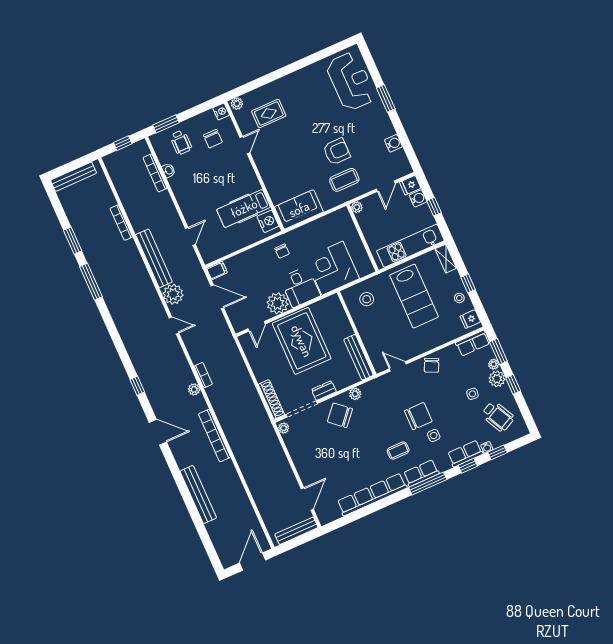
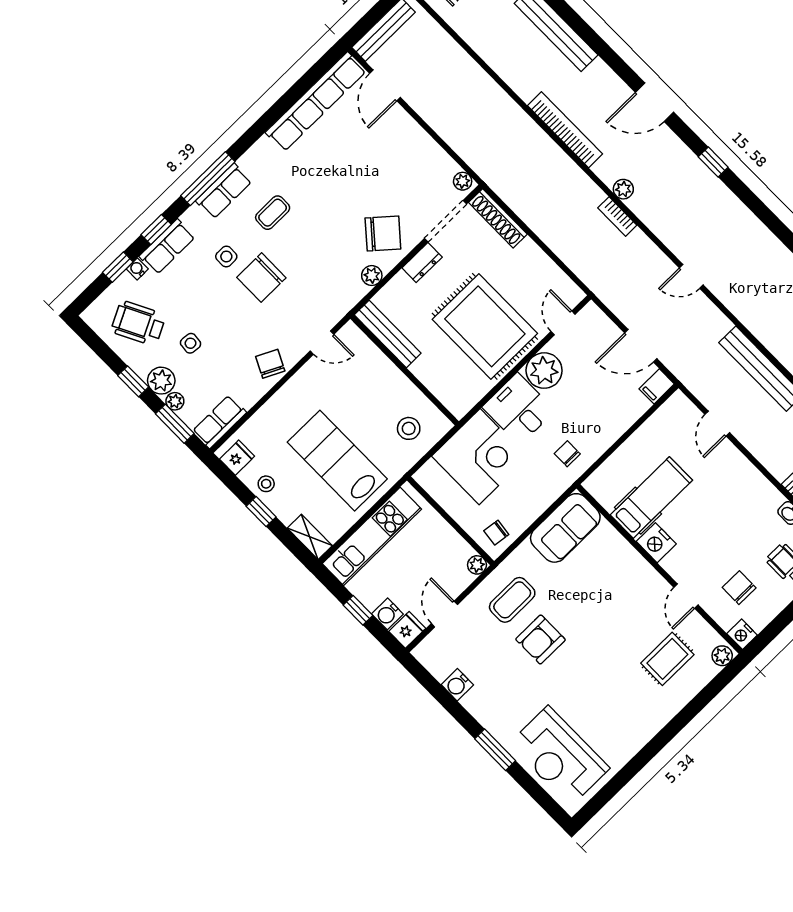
nightstand: (268, 221) -> (656, 543), moved
chair: (339, 221) -> (496, 533), added
plant: (173, 294) -> (711, 324), removed
row of seats: (372, 495) -> (316, 102), moved

